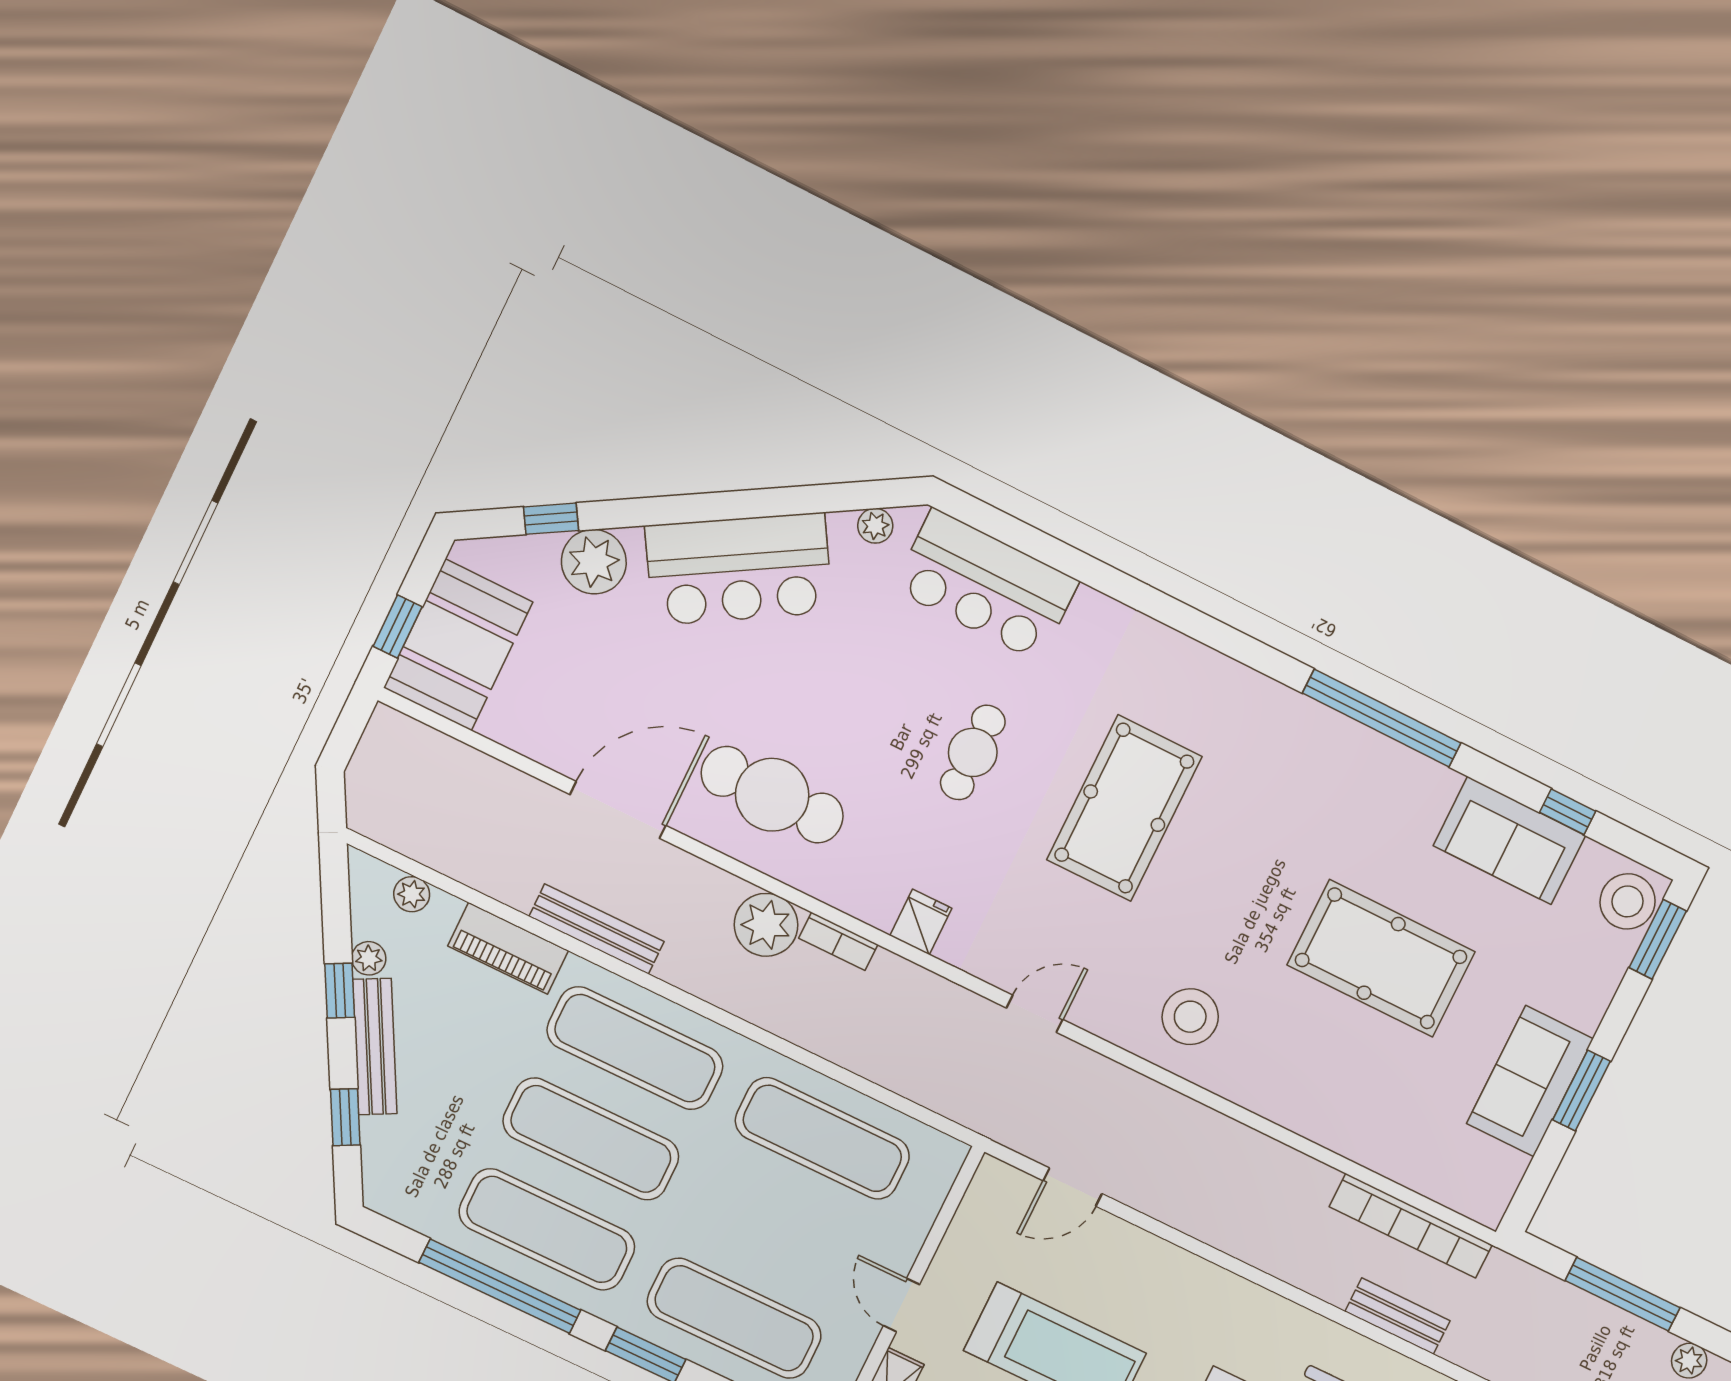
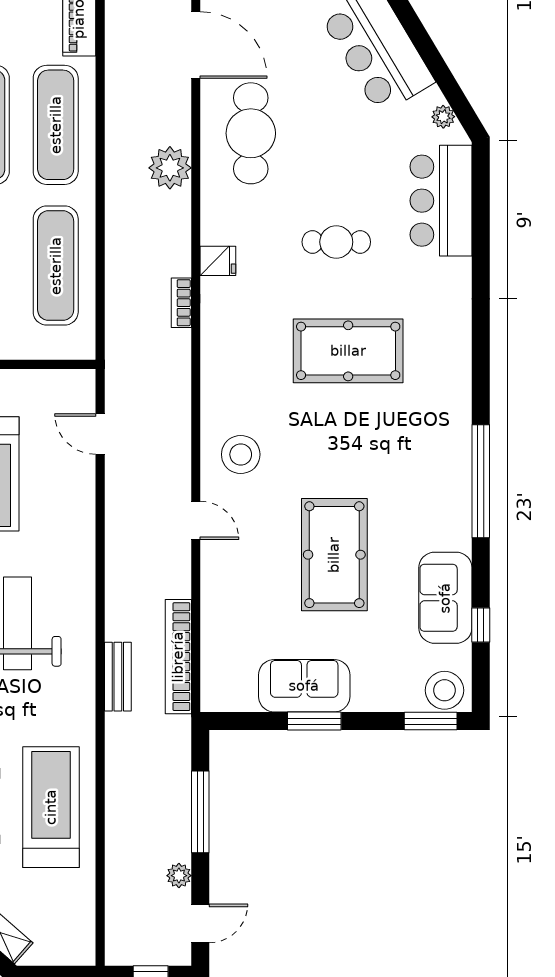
bench: (597, 929) -> (117, 67), removed
bookcase: (838, 941) -> (181, 303), moved
door: (1035, 1014) -> (196, 520), moved

